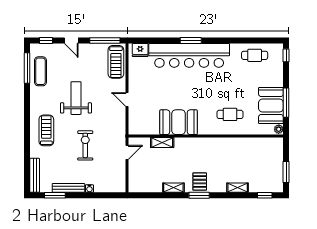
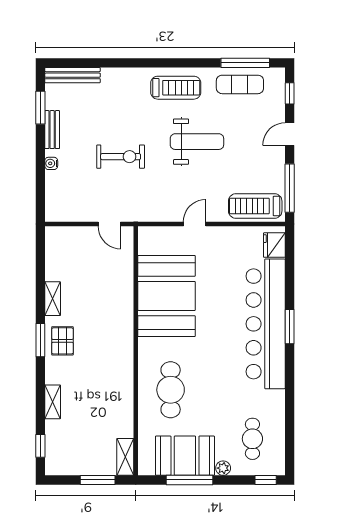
cafe table: (255, 55) -> (252, 439), moved
cafe table: (230, 114) -> (171, 390), width x1.37, depth x1.35
booth: (178, 122) -> (167, 296), width x1.36, depth x1.42
plant: (279, 129) -> (223, 468), moved
treadmill: (46, 130) -> (176, 88), moved
shelving: (162, 143) -> (125, 457), moved
window: (286, 172) -> (98, 480), moved
pallet: (200, 182) -> (62, 341), turned 90
bench: (68, 188) -> (52, 130), width x0.73

